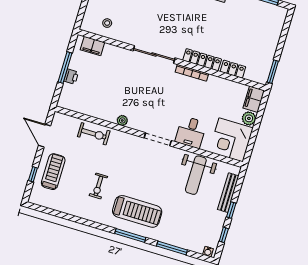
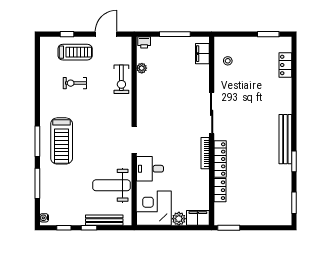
printer: (71, 77) -> (144, 42), moved
plant: (122, 120) -> (142, 68), moved
exercise bike: (98, 186) -> (75, 83), moved

